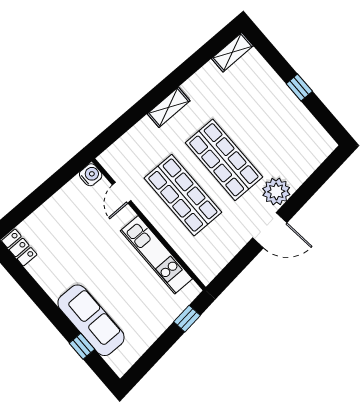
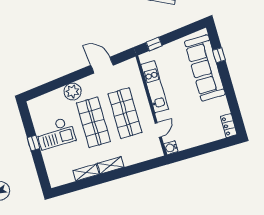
shelving: (232, 52) -> (86, 172), moved
checkout: (273, 117) -> (56, 133), added
door: (270, 230) -> (102, 65), moved
sofa: (91, 320) -> (205, 68), width x1.36, depth x1.27

